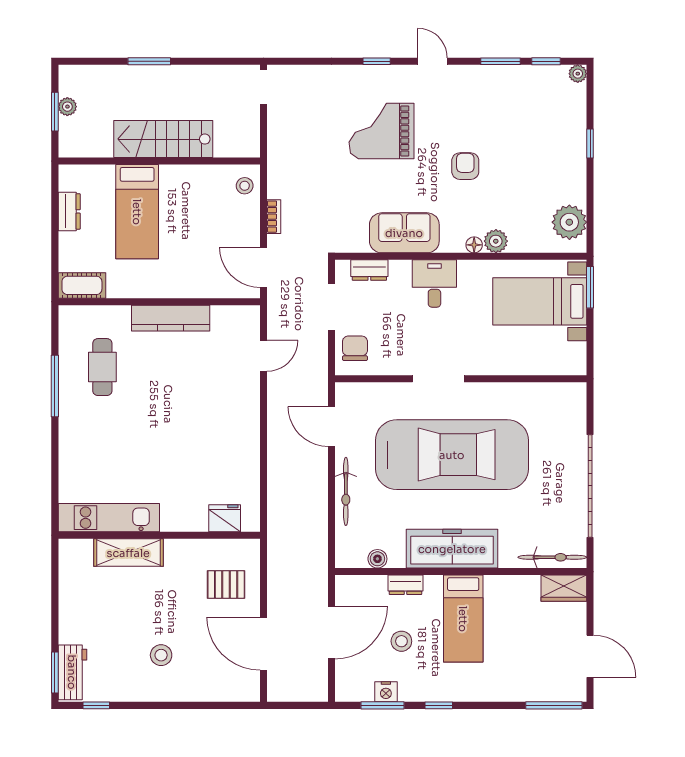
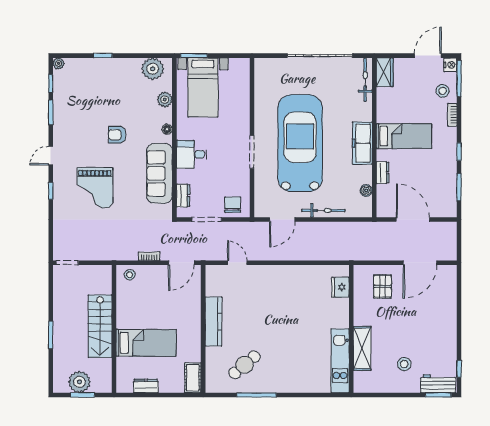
plant: (67, 107) -> (79, 382), width x1.87, depth x1.87
sofa: (404, 233) -> (159, 173), width x1.36
plant: (496, 241) -> (165, 100), moved
chair: (355, 348) -> (233, 205), turned 90
cafe table: (102, 367) -> (245, 365), turned -40
freezer: (452, 549) -> (362, 143), width x0.73, depth x0.79
stool: (401, 641) -> (443, 91), moved
stool: (161, 655) -> (404, 364), moved
nightstand: (386, 692) -> (450, 65), moved
bookcase: (497, 695) -> (452, 115), added

